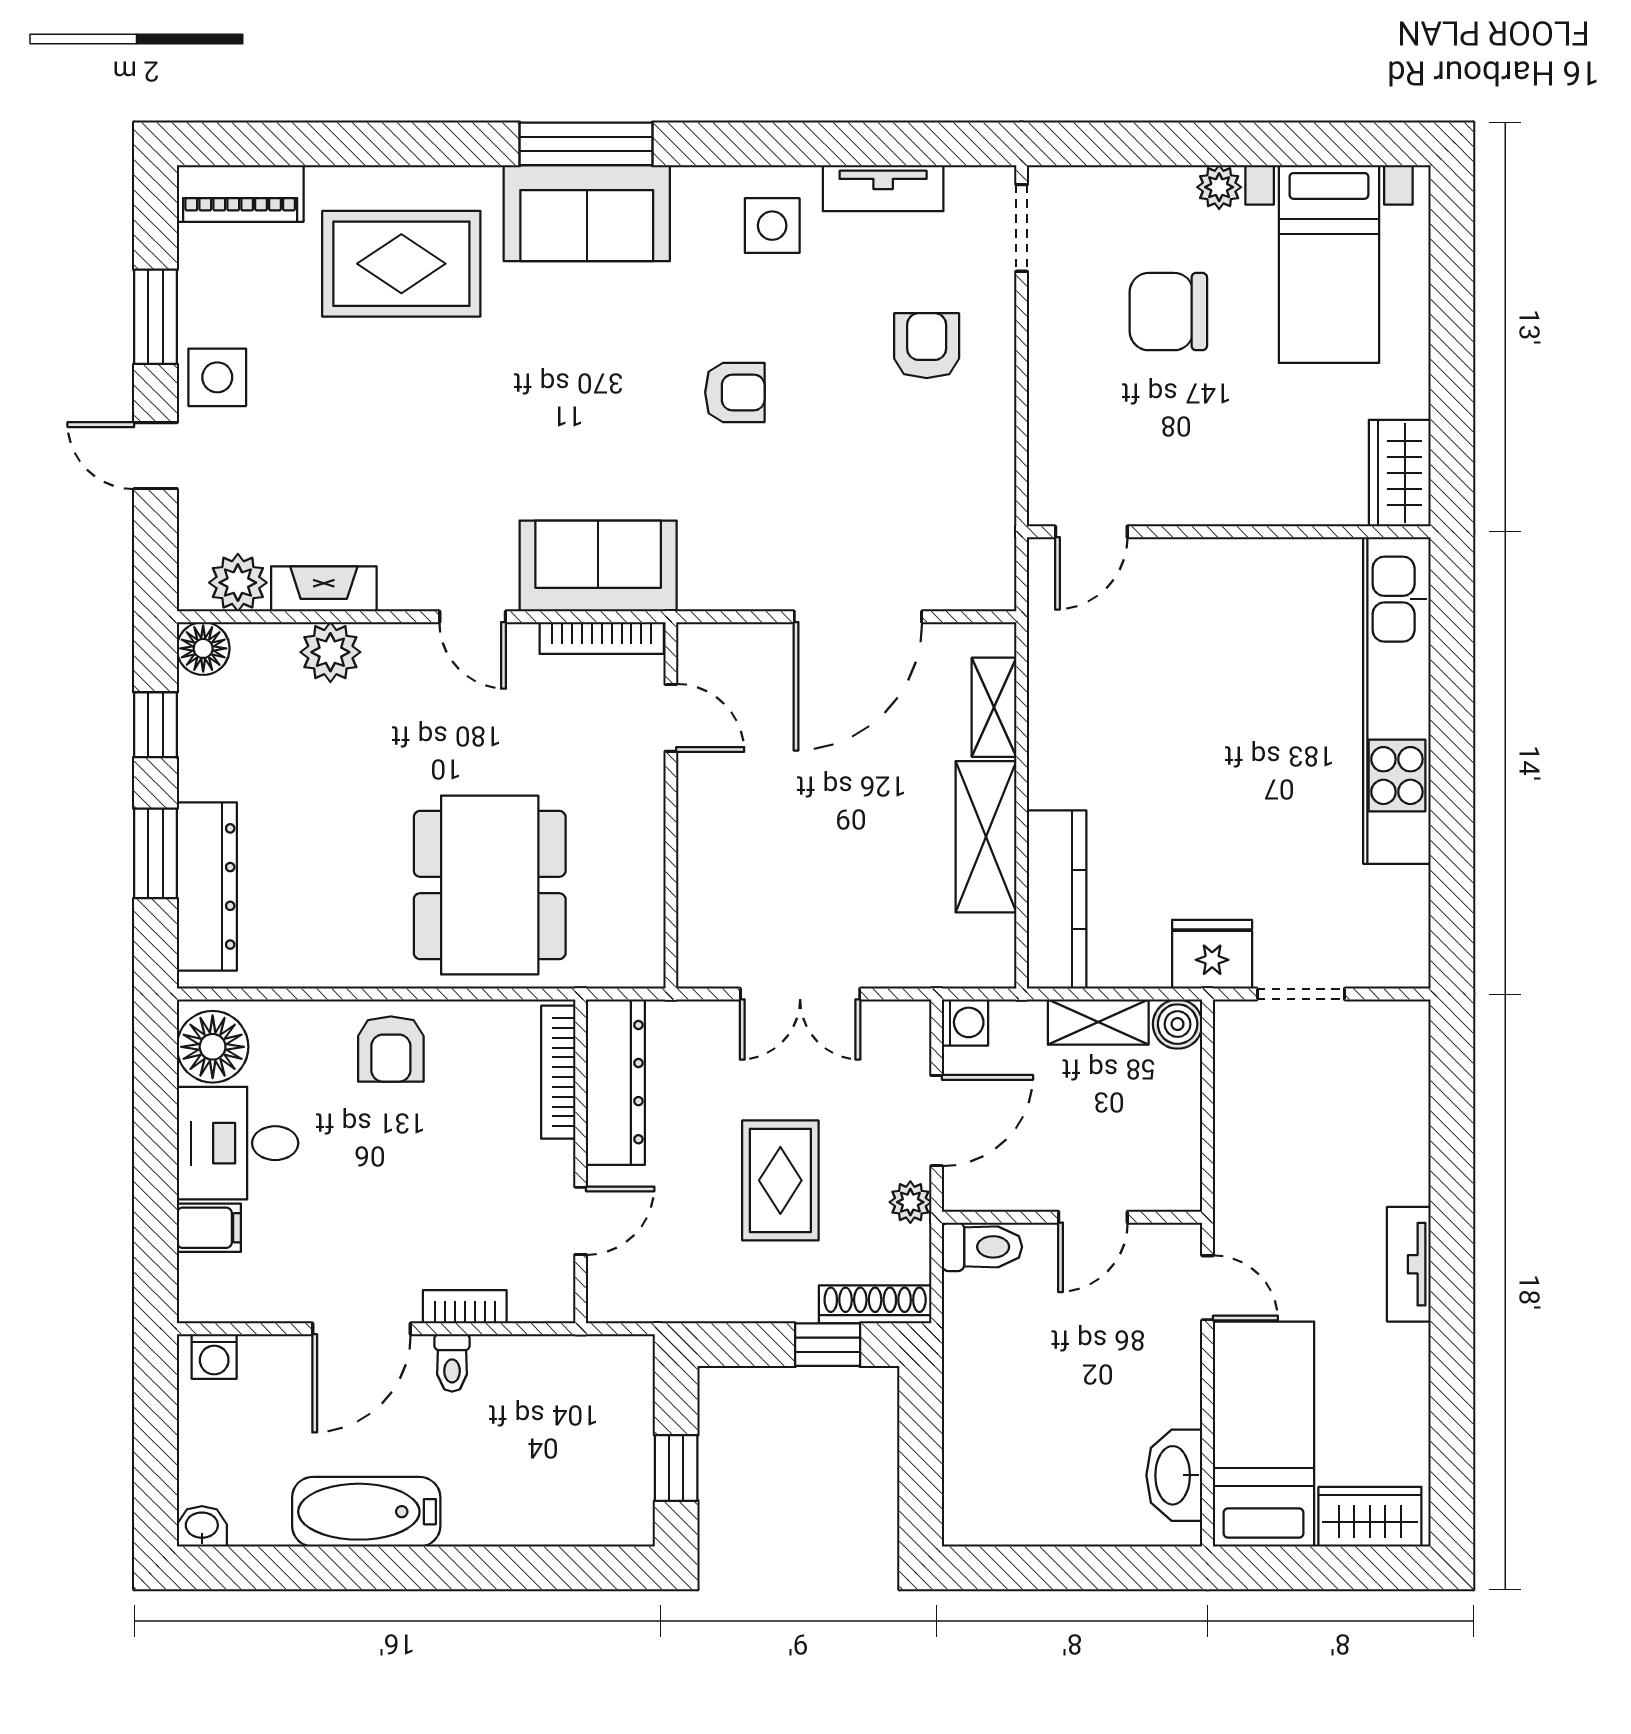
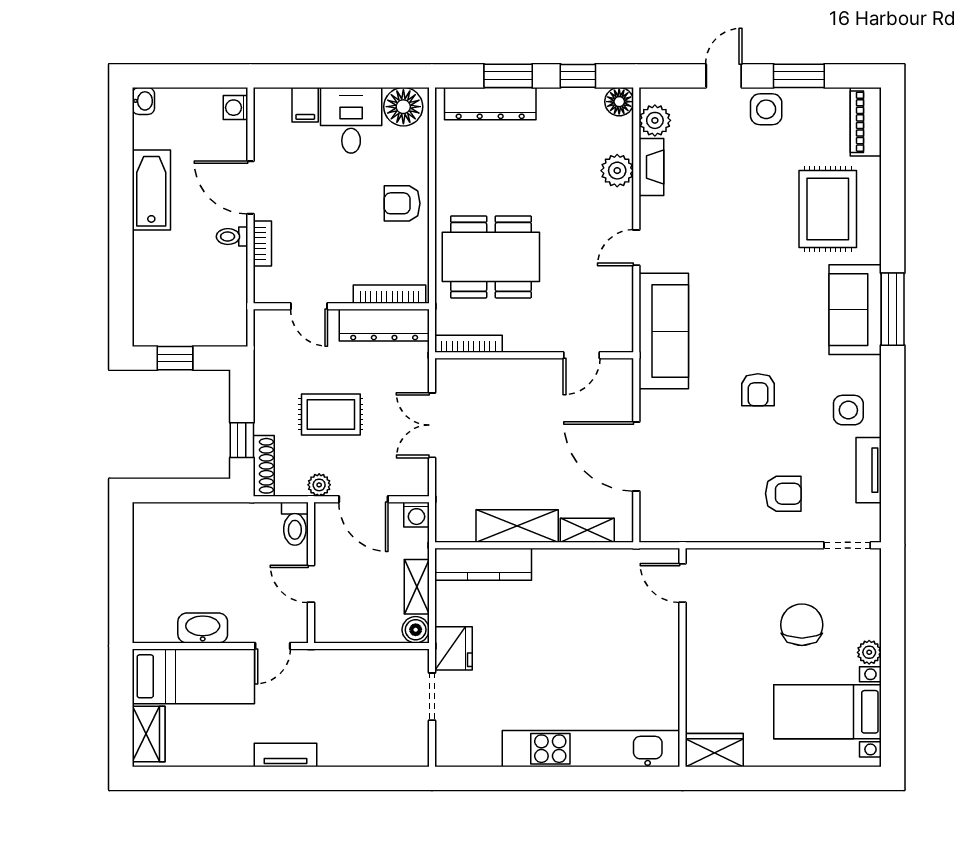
sofa: (598, 566) -> (664, 331), width x1.36
bookcase: (602, 638) -> (468, 344), moved, turned 90
washbasin: (1174, 1475) -> (203, 628), moved

